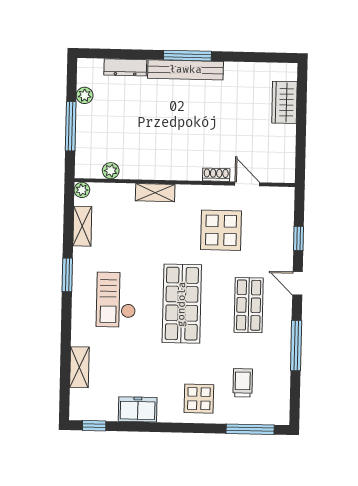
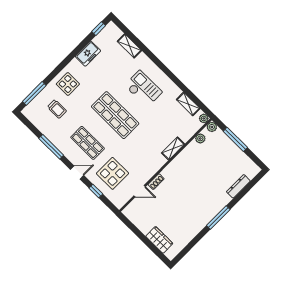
bench: (186, 70) -> (213, 211), removed
plant: (85, 95) -> (212, 127), moved
display table: (221, 230) -> (113, 173), moved
window: (67, 275) -> (174, 78), removed

